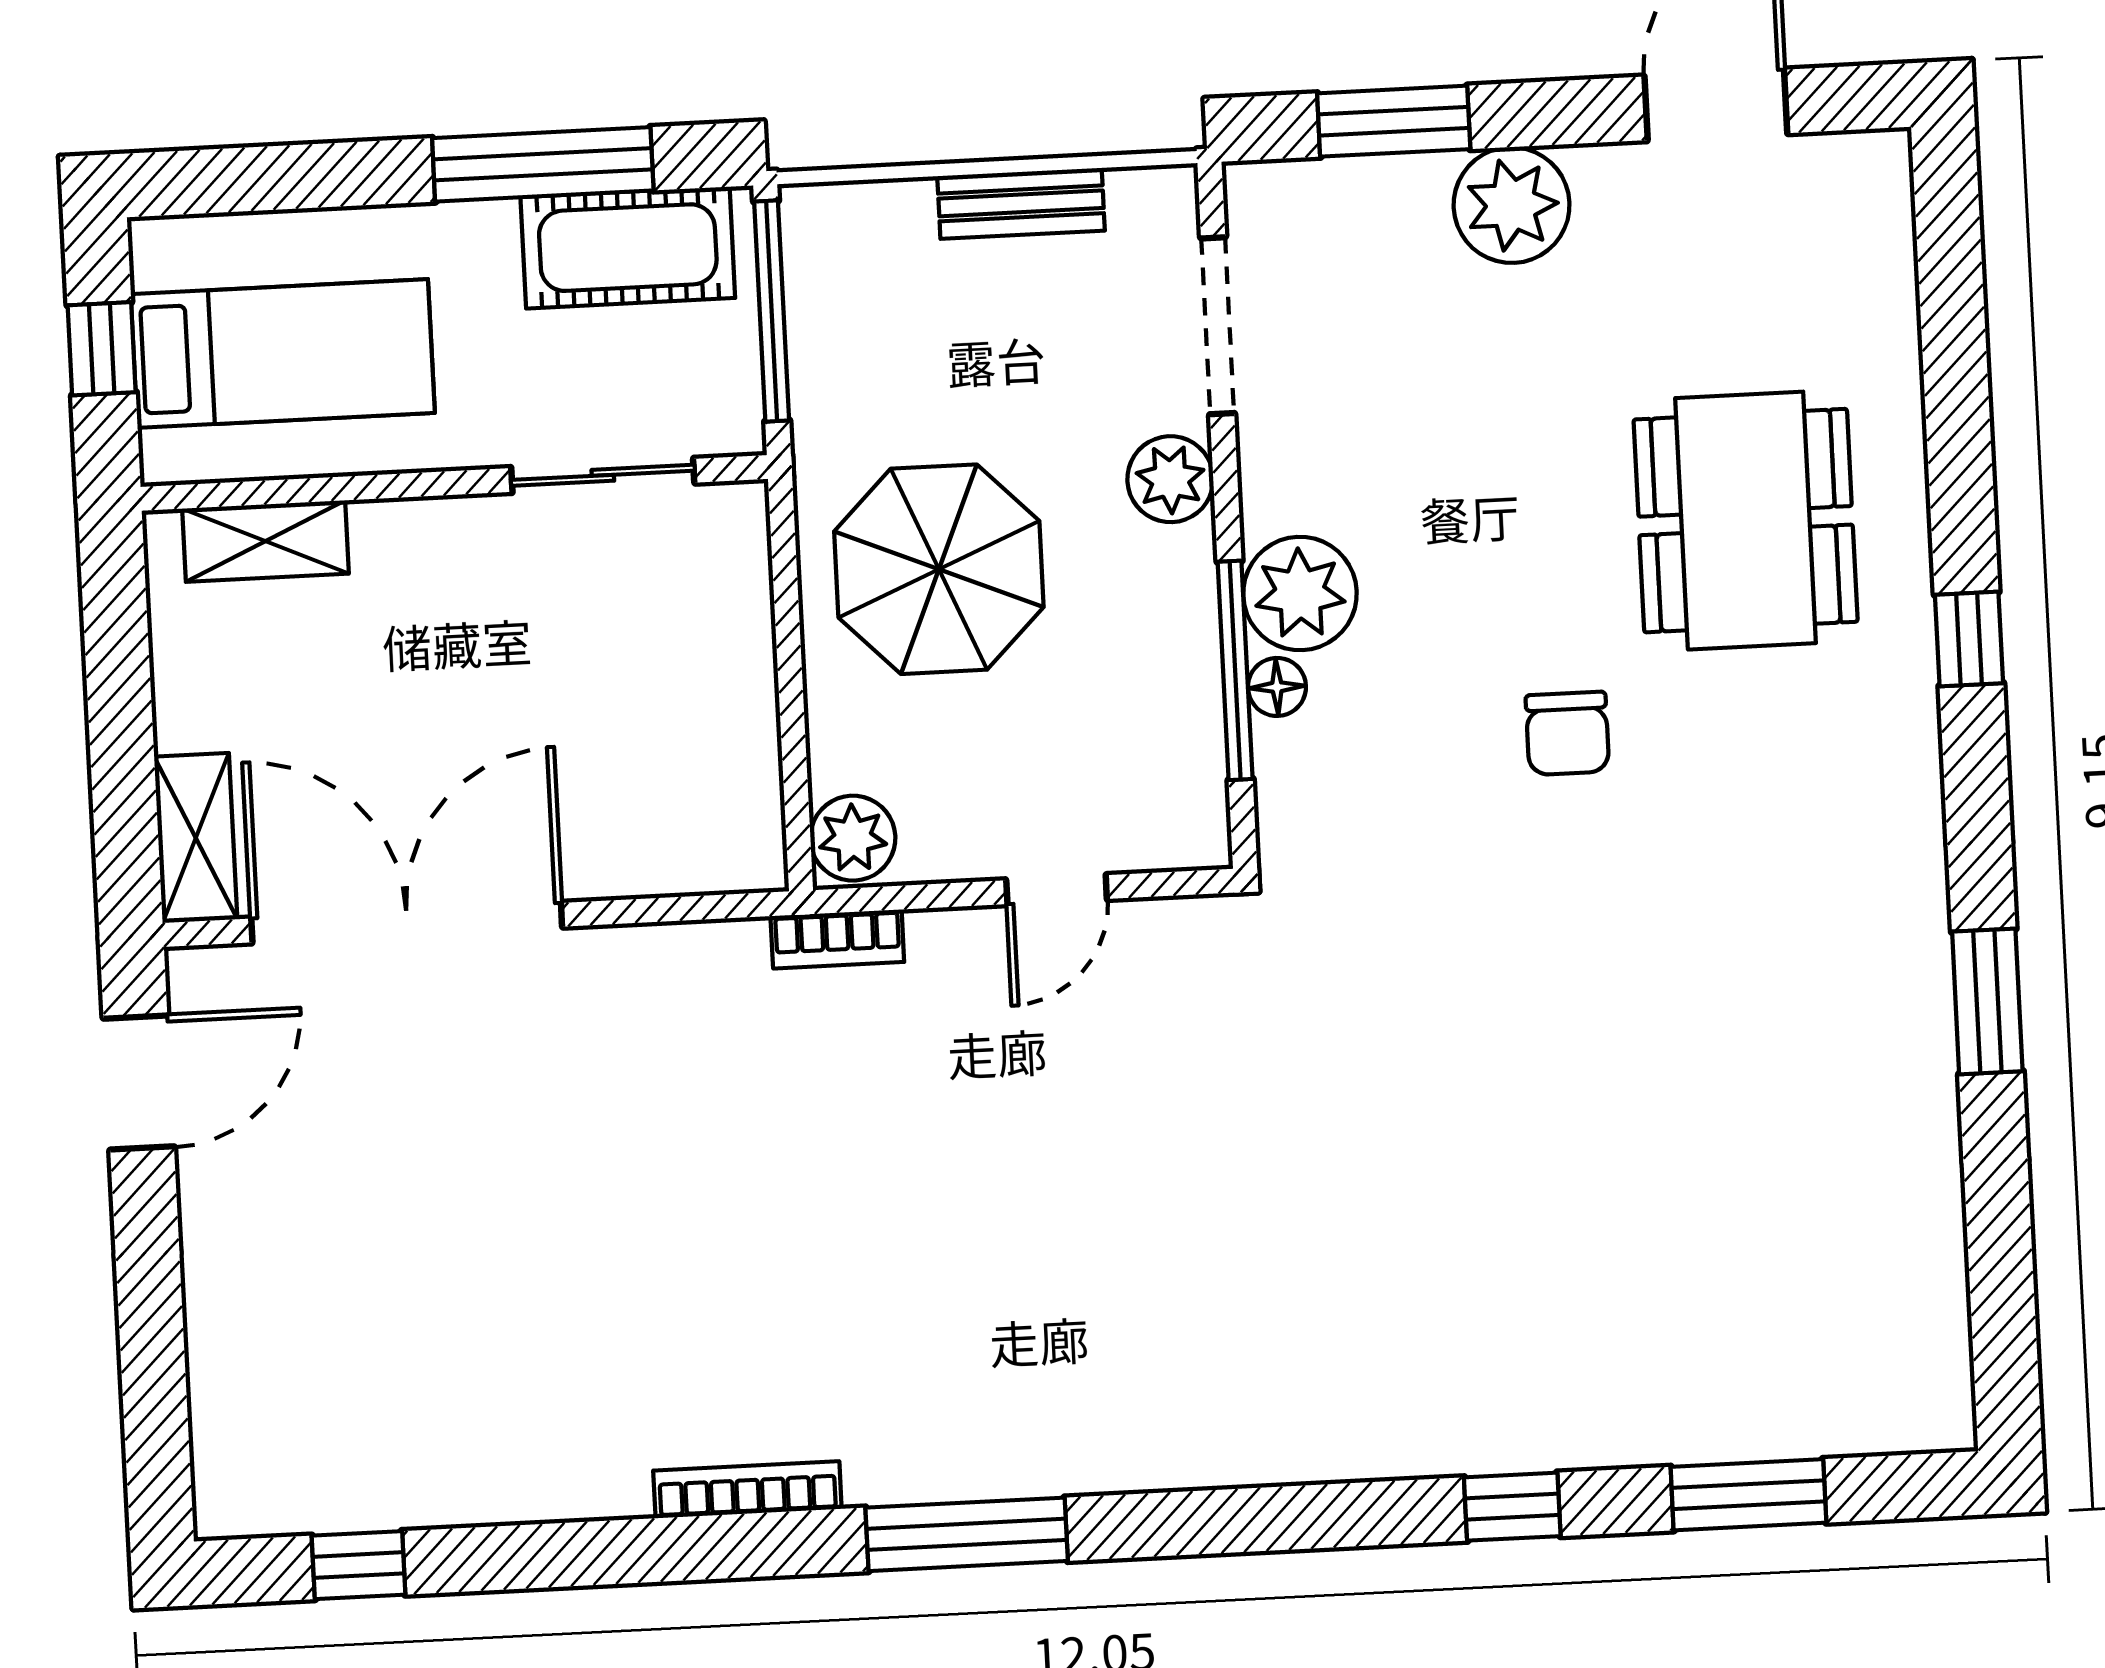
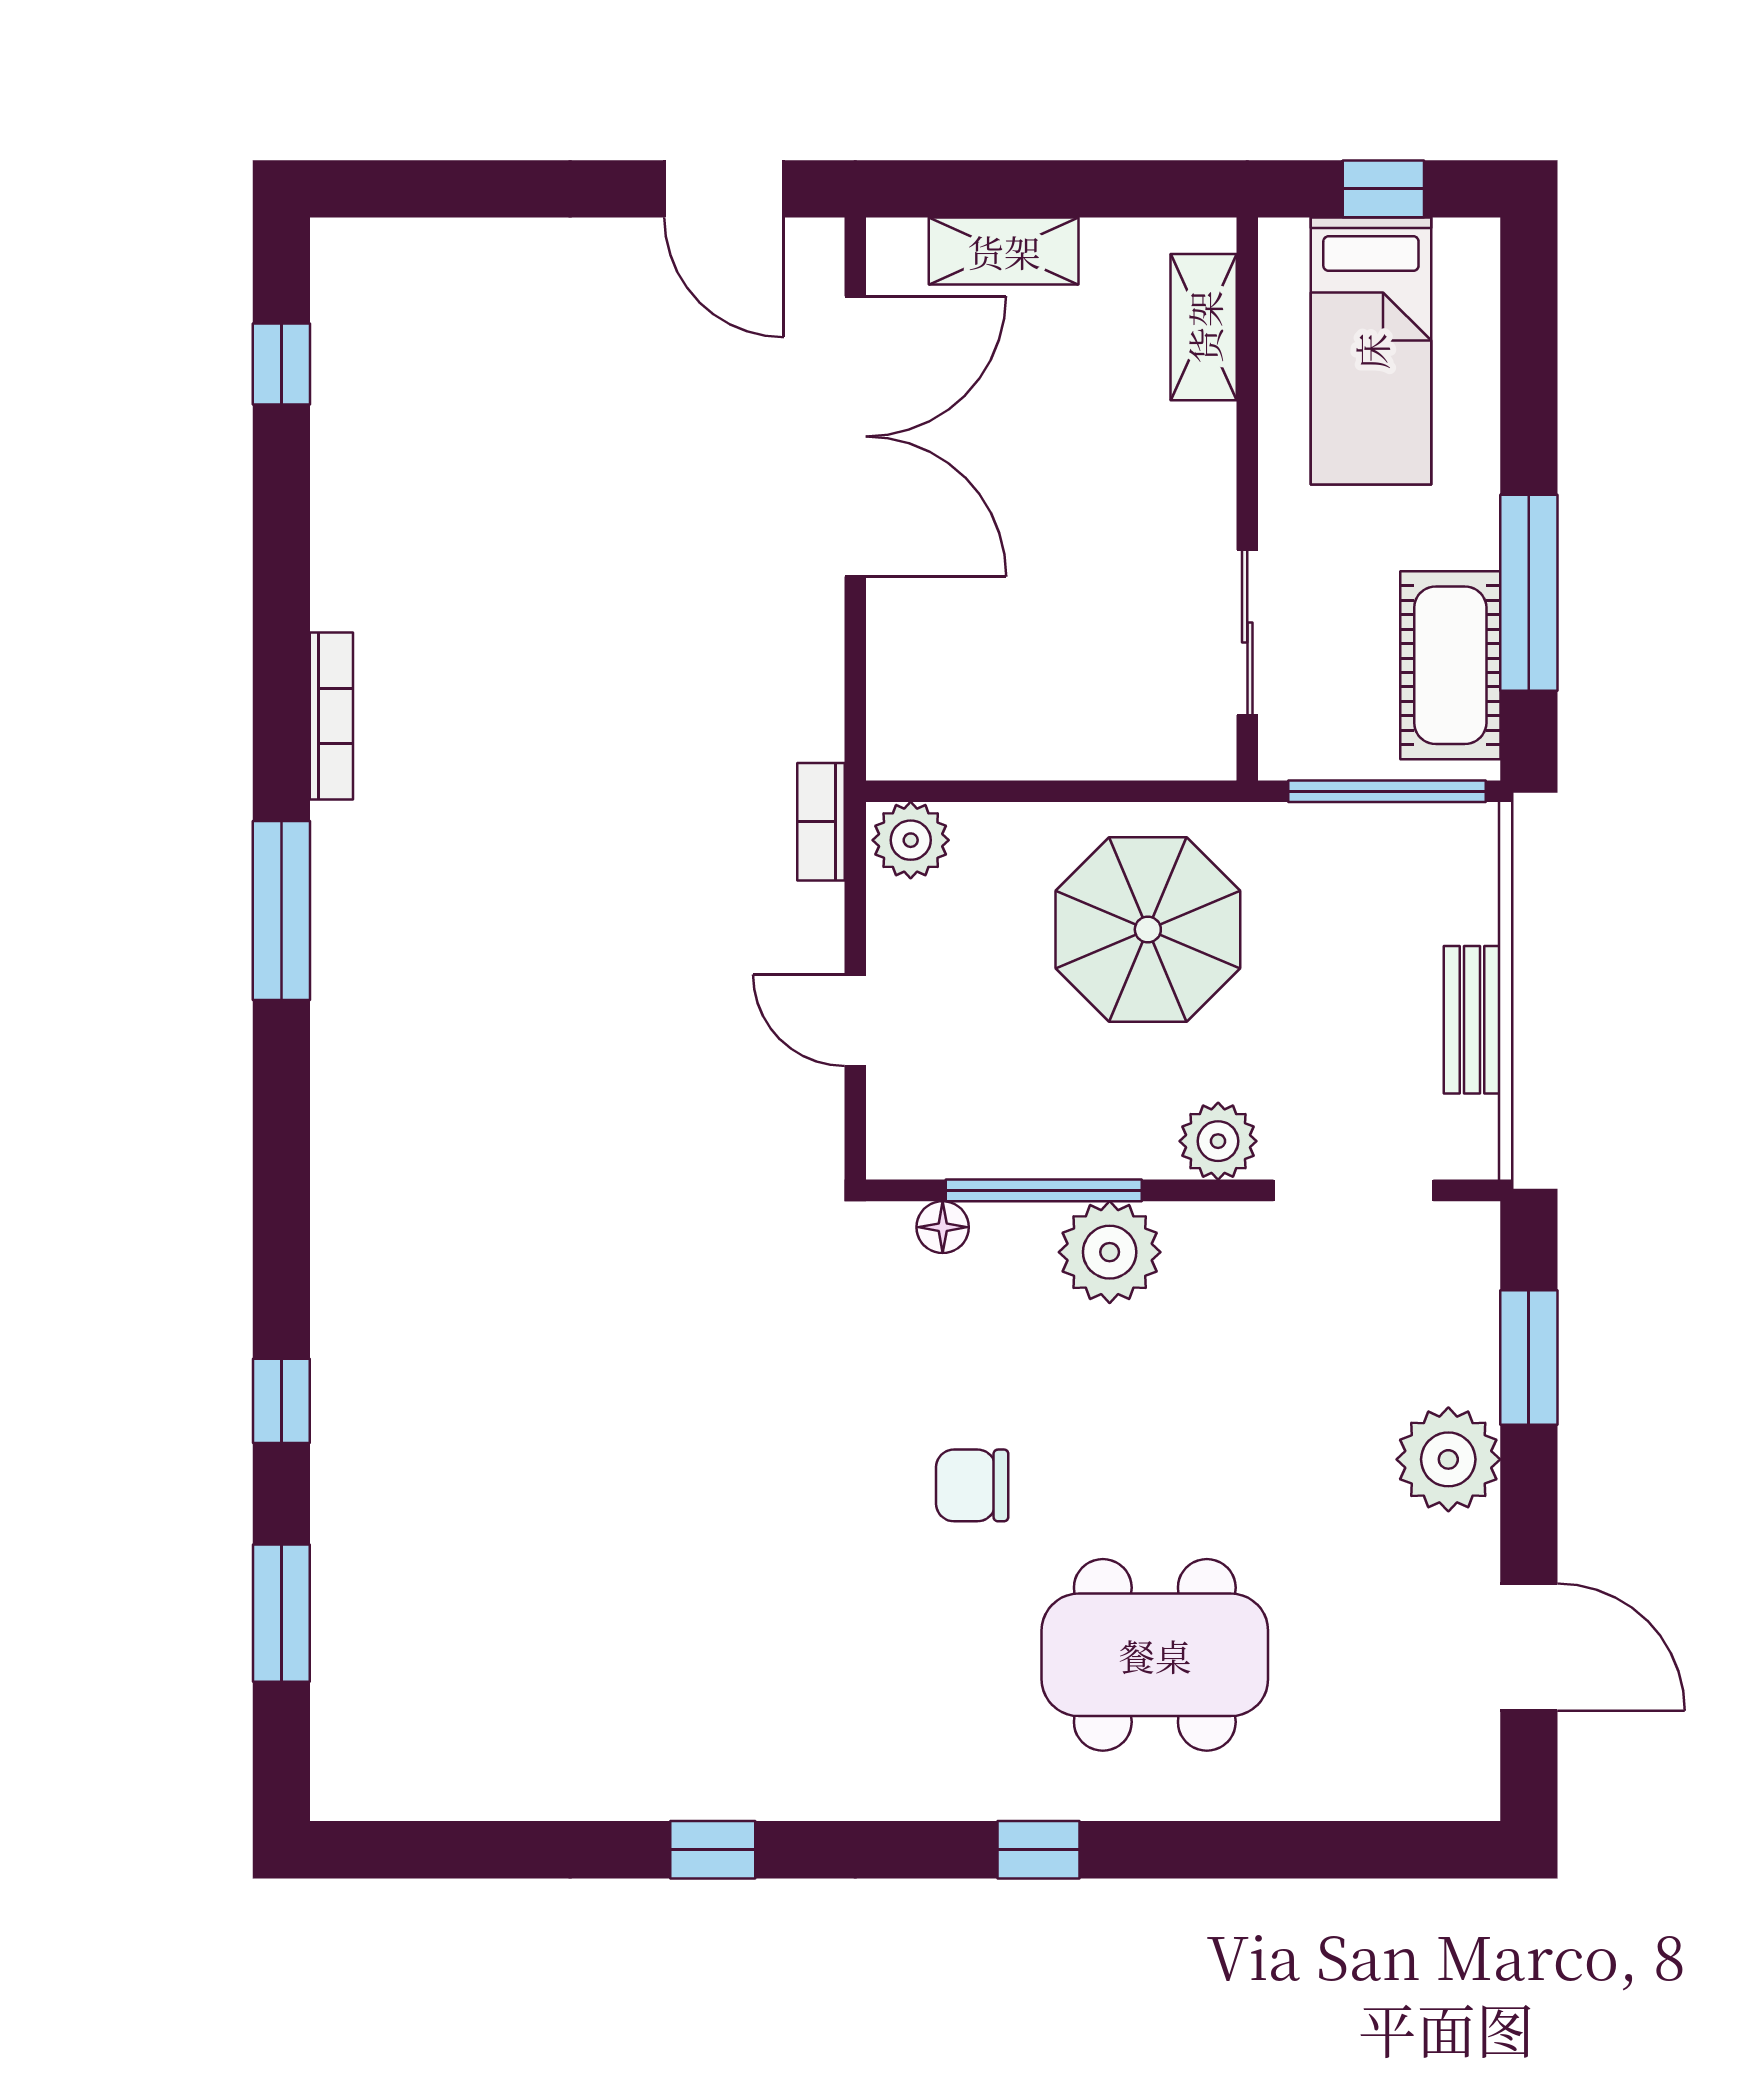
floor lamp: (1277, 687) -> (943, 1227), moved
shelving: (196, 838) -> (1004, 251), moved
window: (1987, 1001) -> (713, 1850), width x0.67

